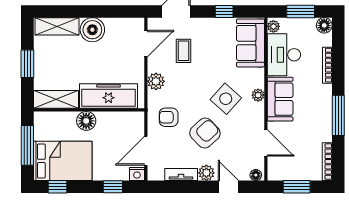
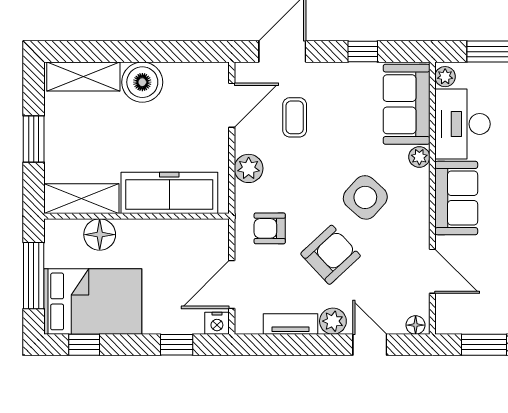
plant: (258, 95) -> (419, 157), moved
floor lamp: (86, 121) -> (100, 235), moved

